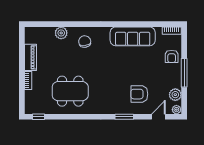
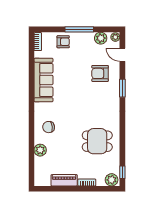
dining table: (70, 91) -> (97, 141), width x0.73
armchair: (139, 94) -> (100, 73), turned 90
plant: (31, 106) -> (112, 180), added

